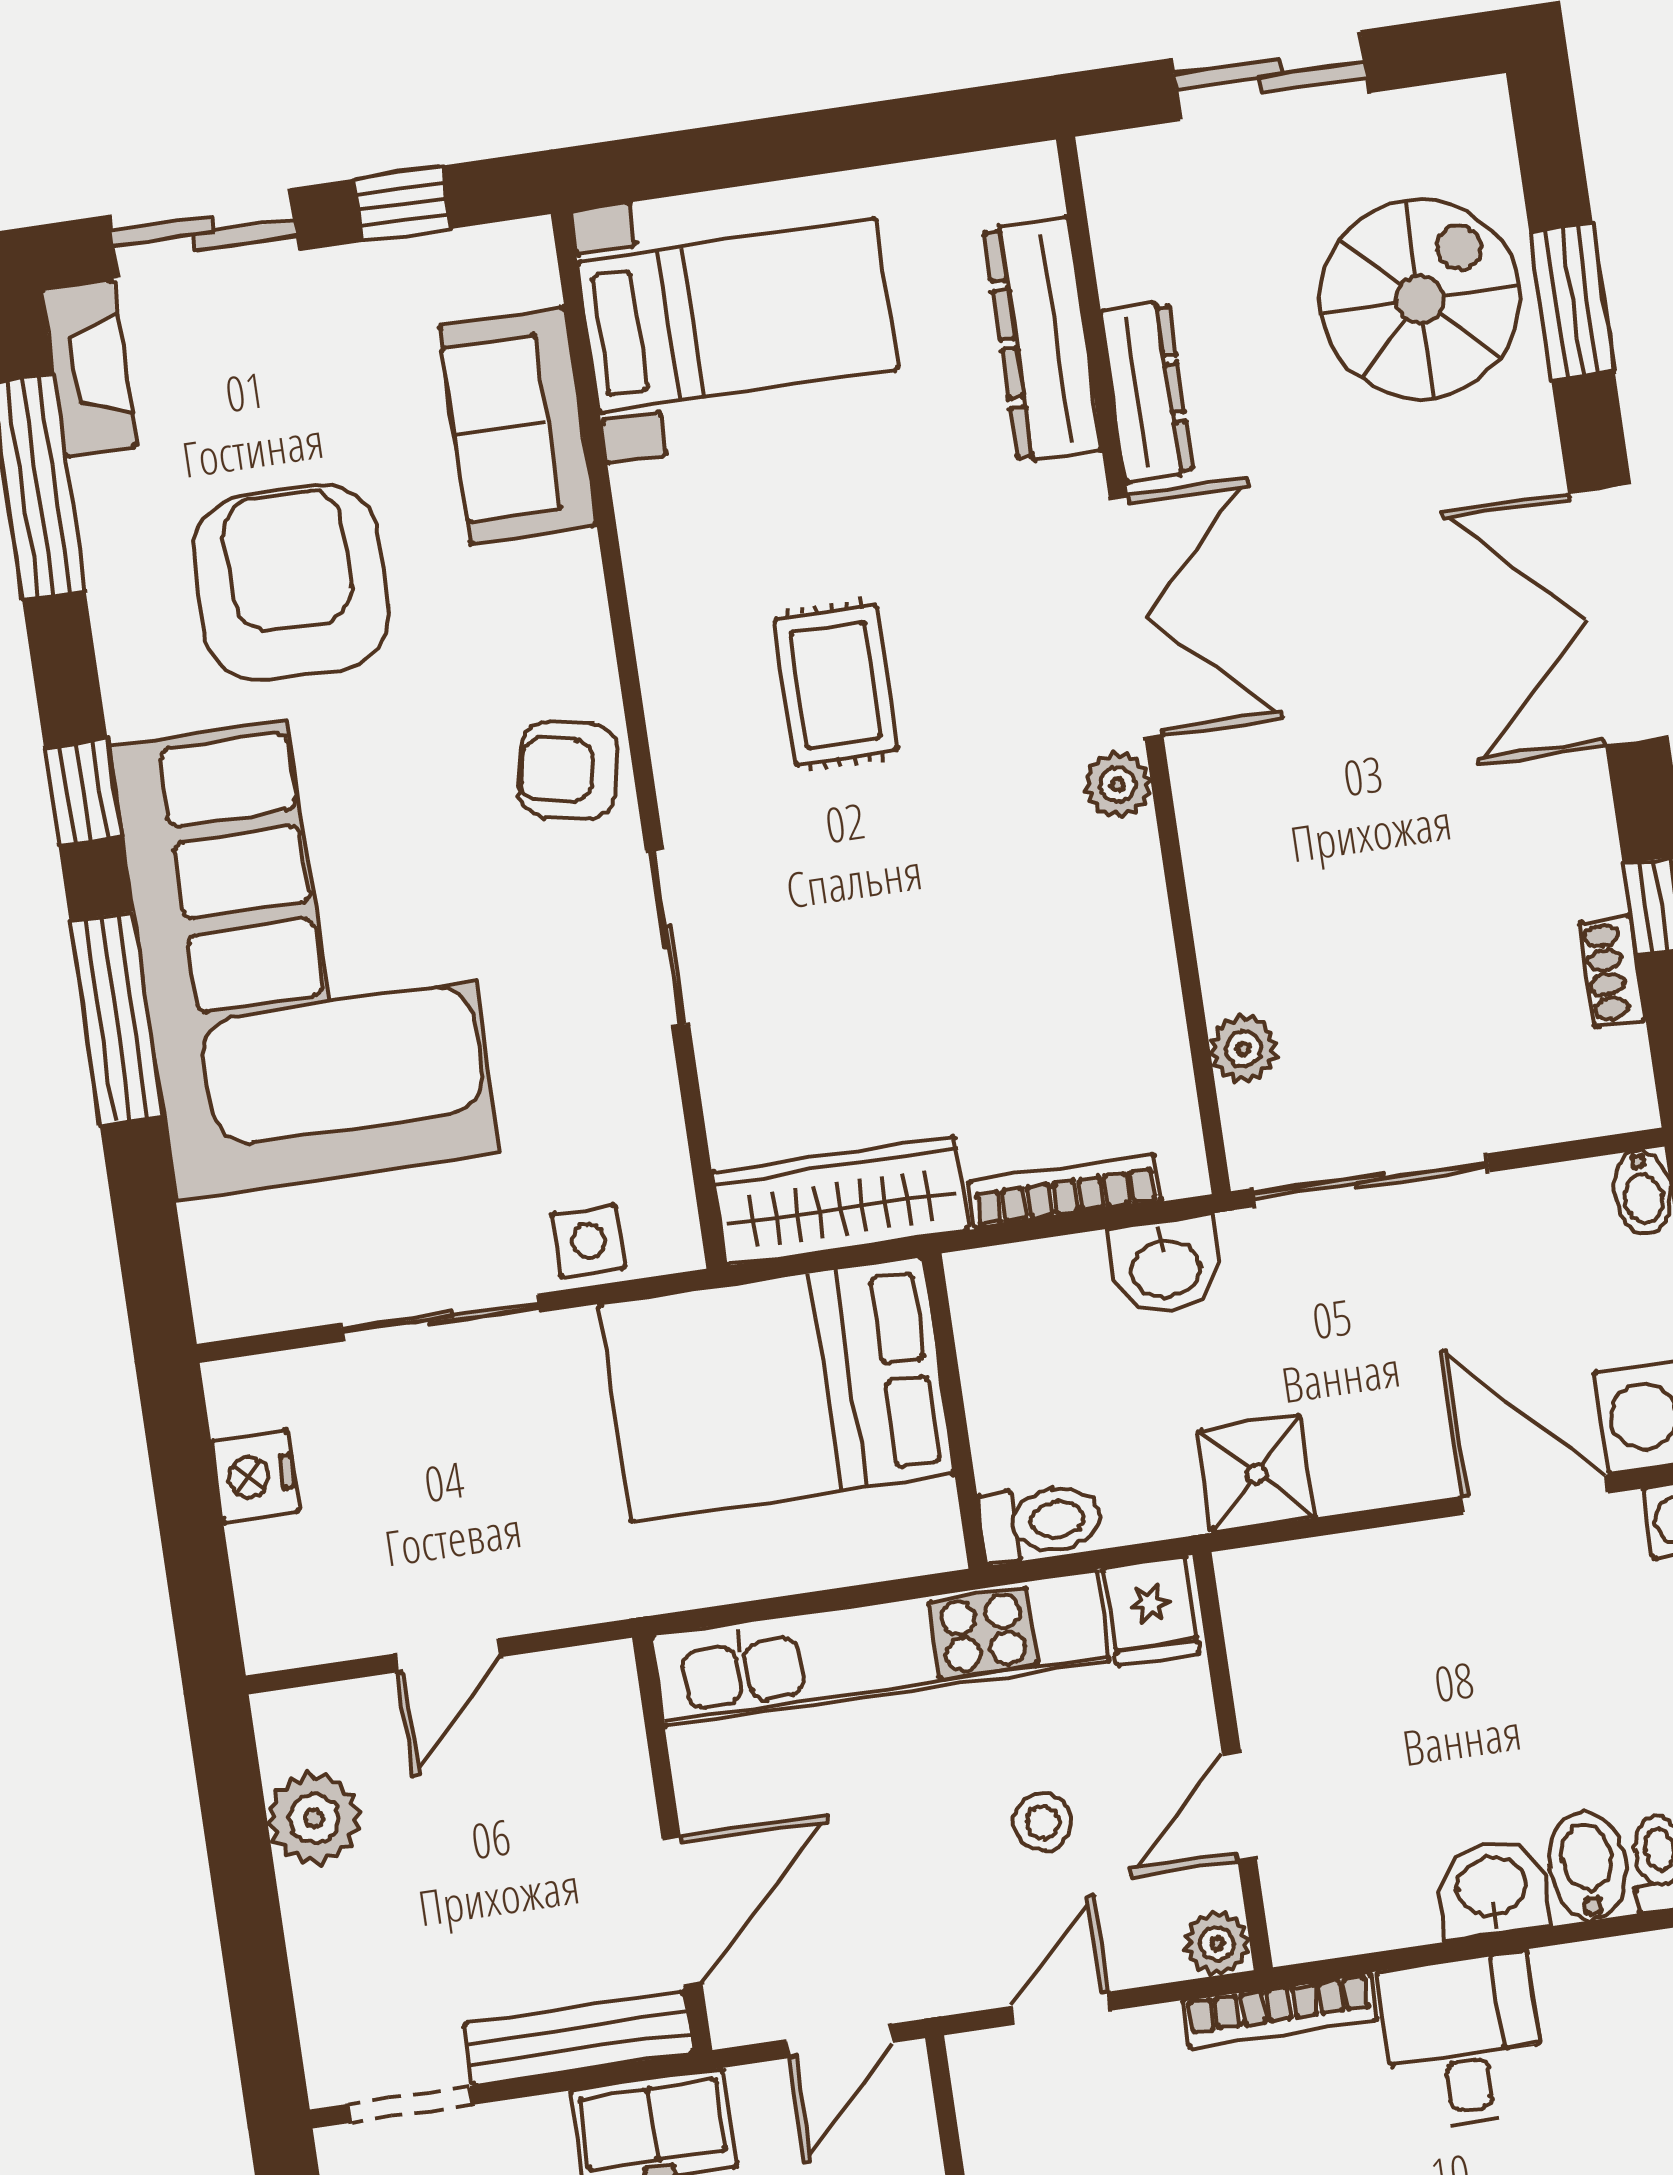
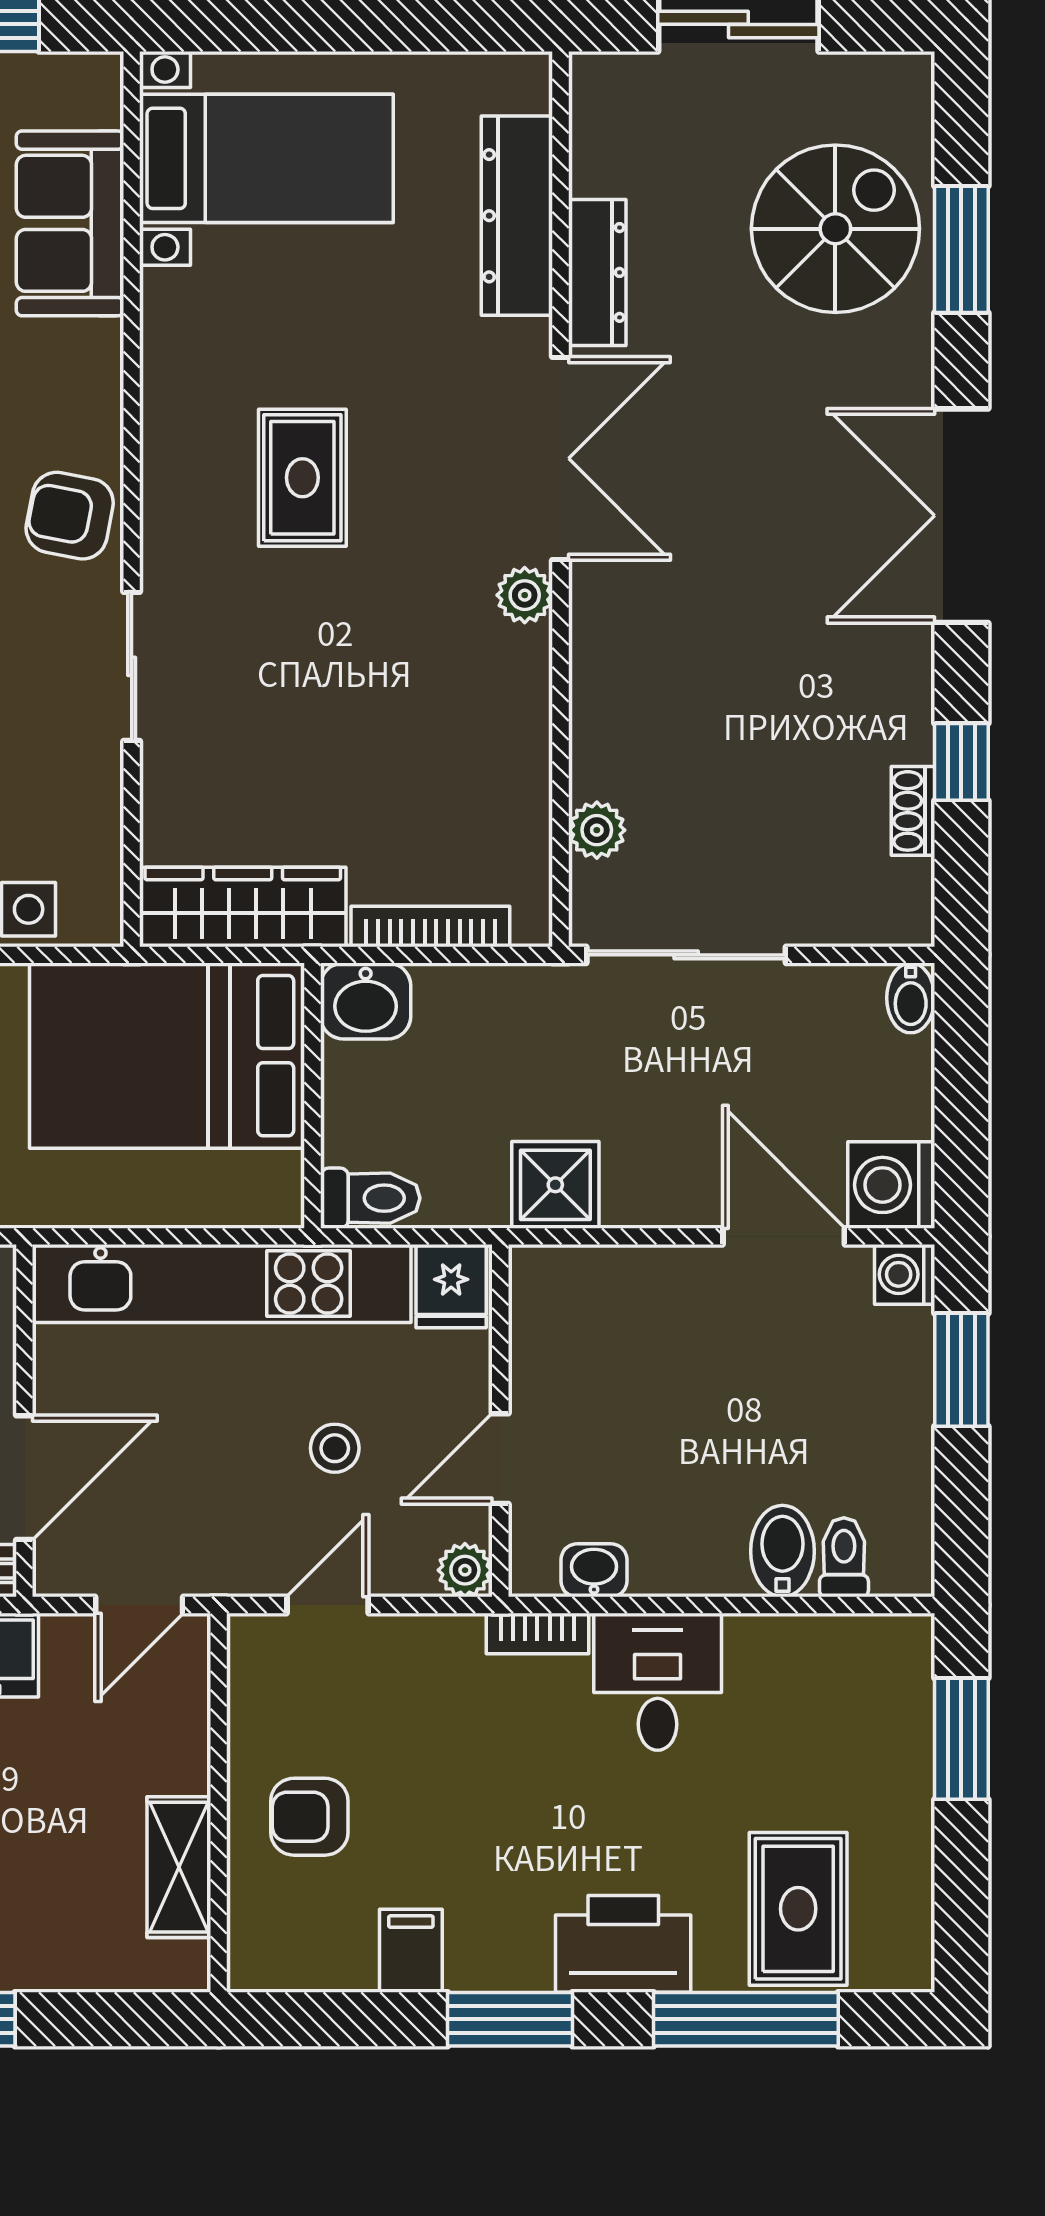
washbasin: (1165, 1266) -> (366, 1001), moved
washbasin: (1492, 1889) -> (594, 1570), moved, width x0.72, depth x0.69
bookcase: (1280, 2010) -> (537, 1633), width x0.64

